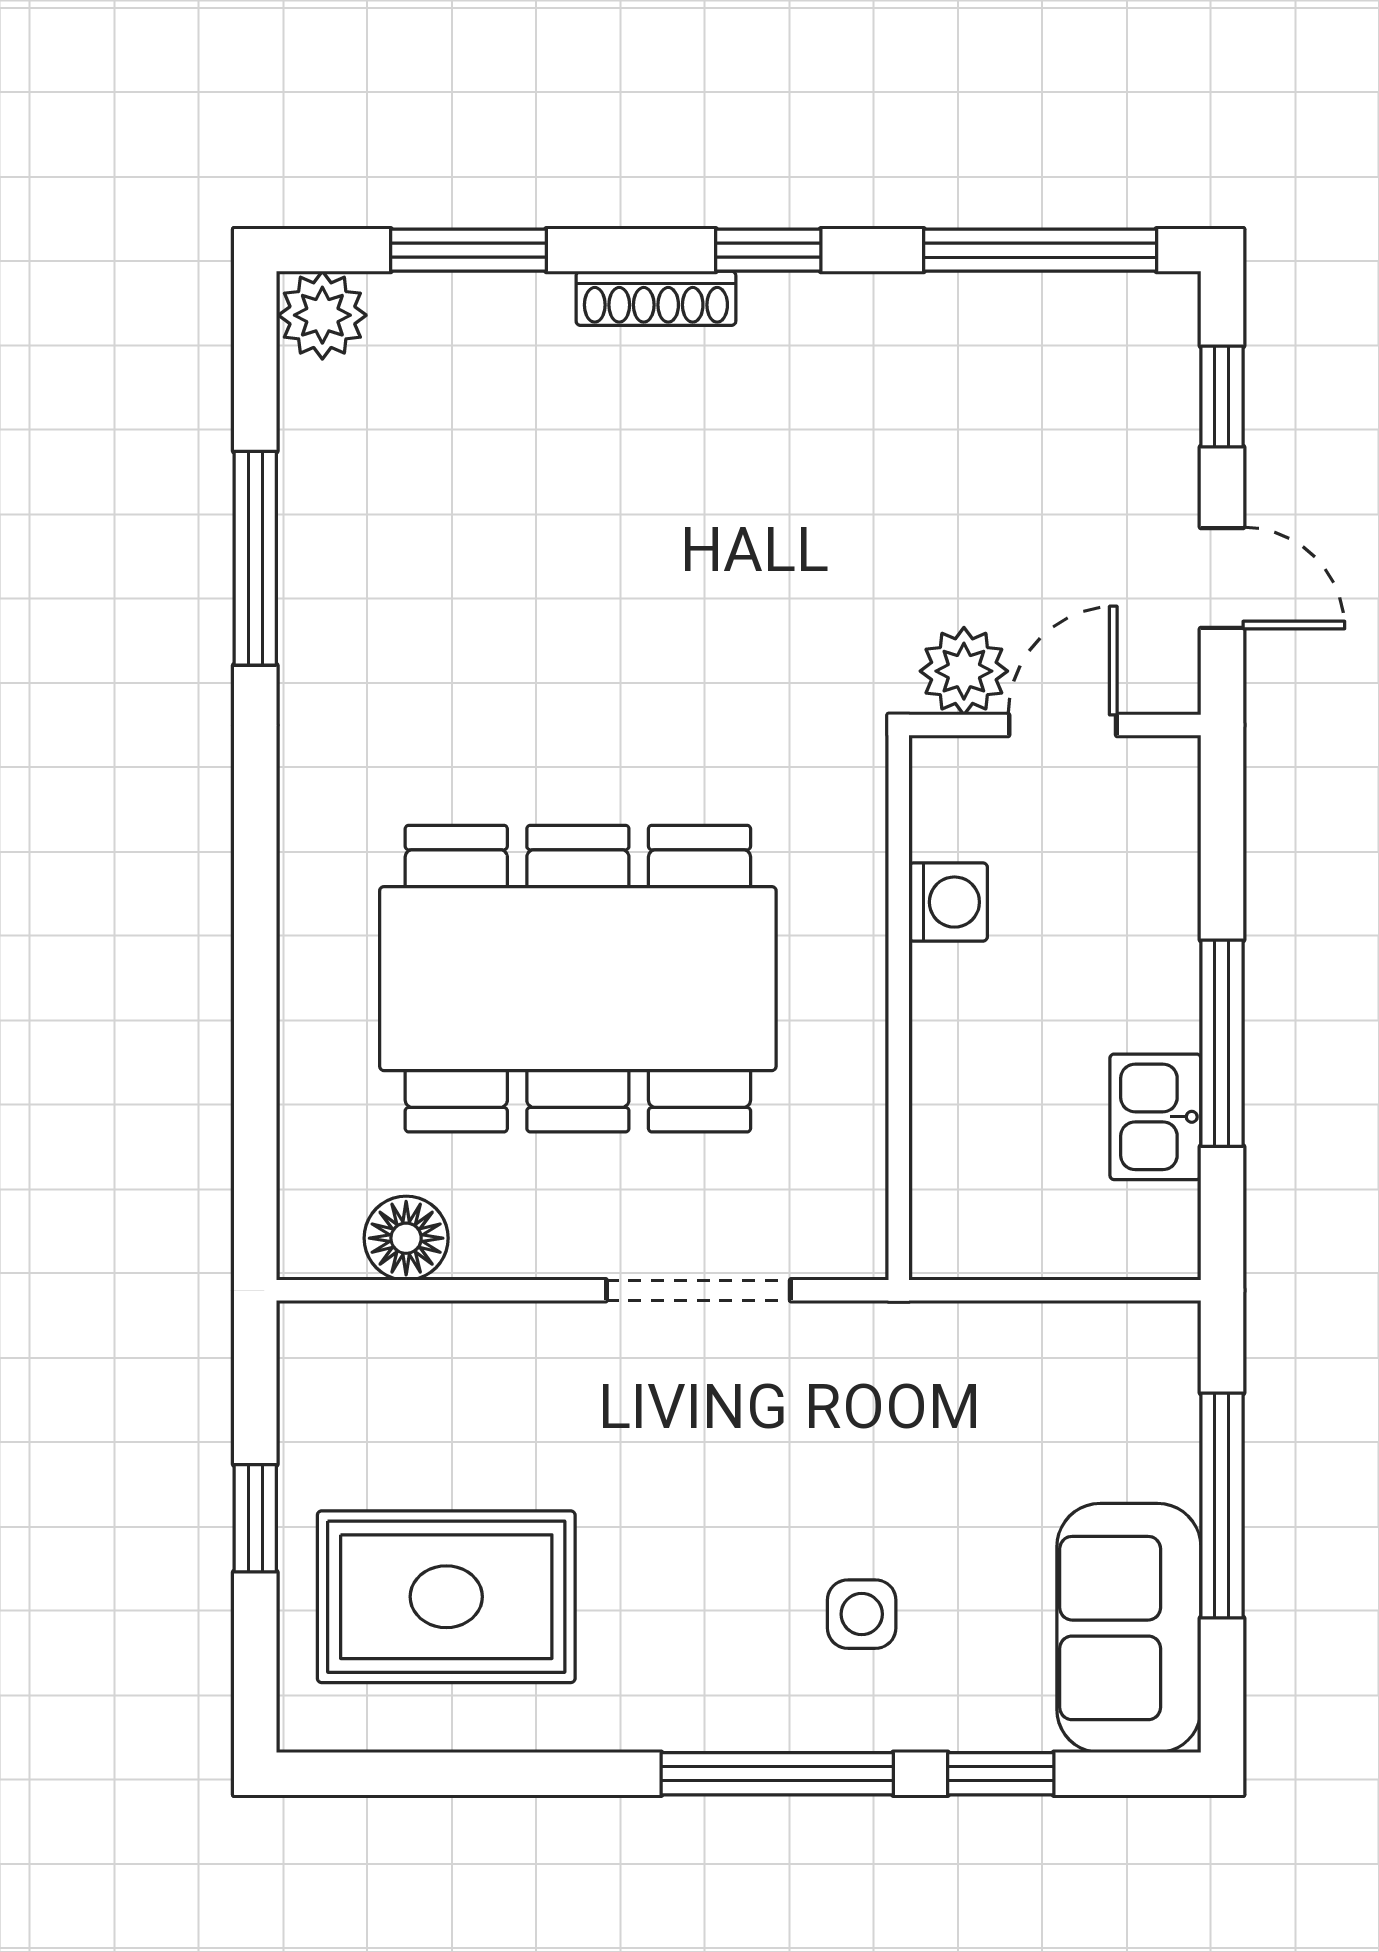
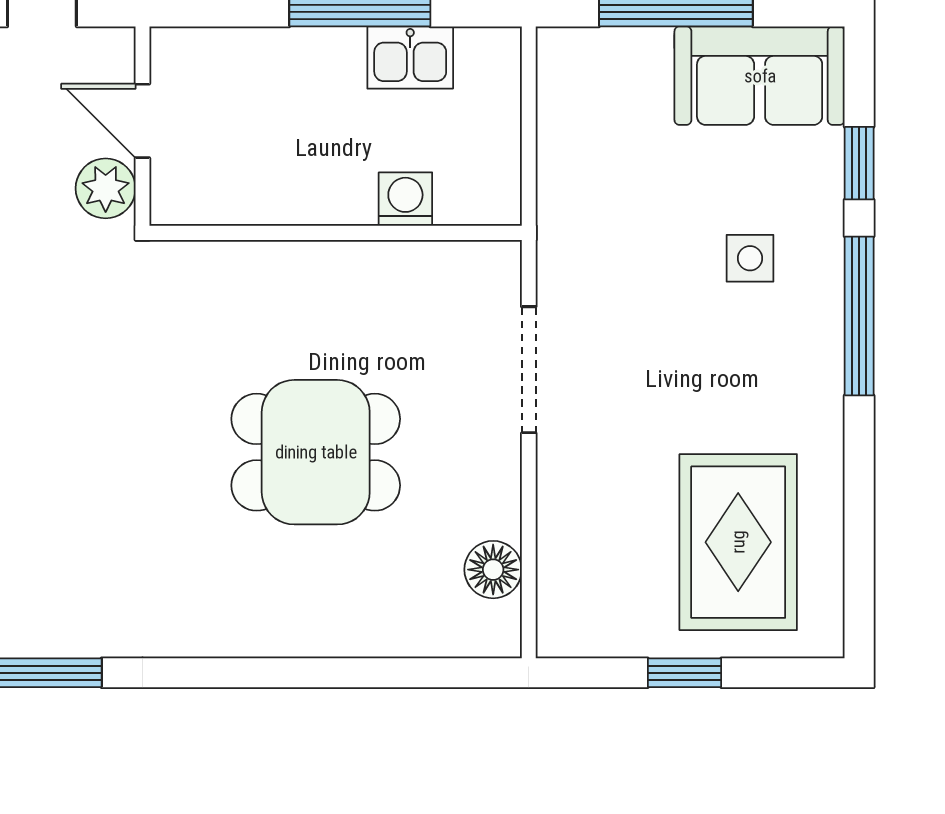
washing machine: (948, 902) -> (405, 199), moved
dining table: (578, 979) -> (316, 452), width x0.53, depth x0.80

